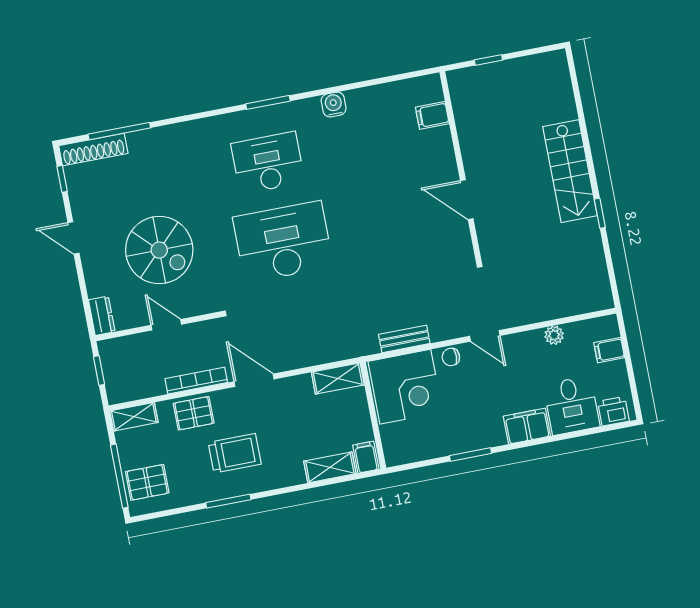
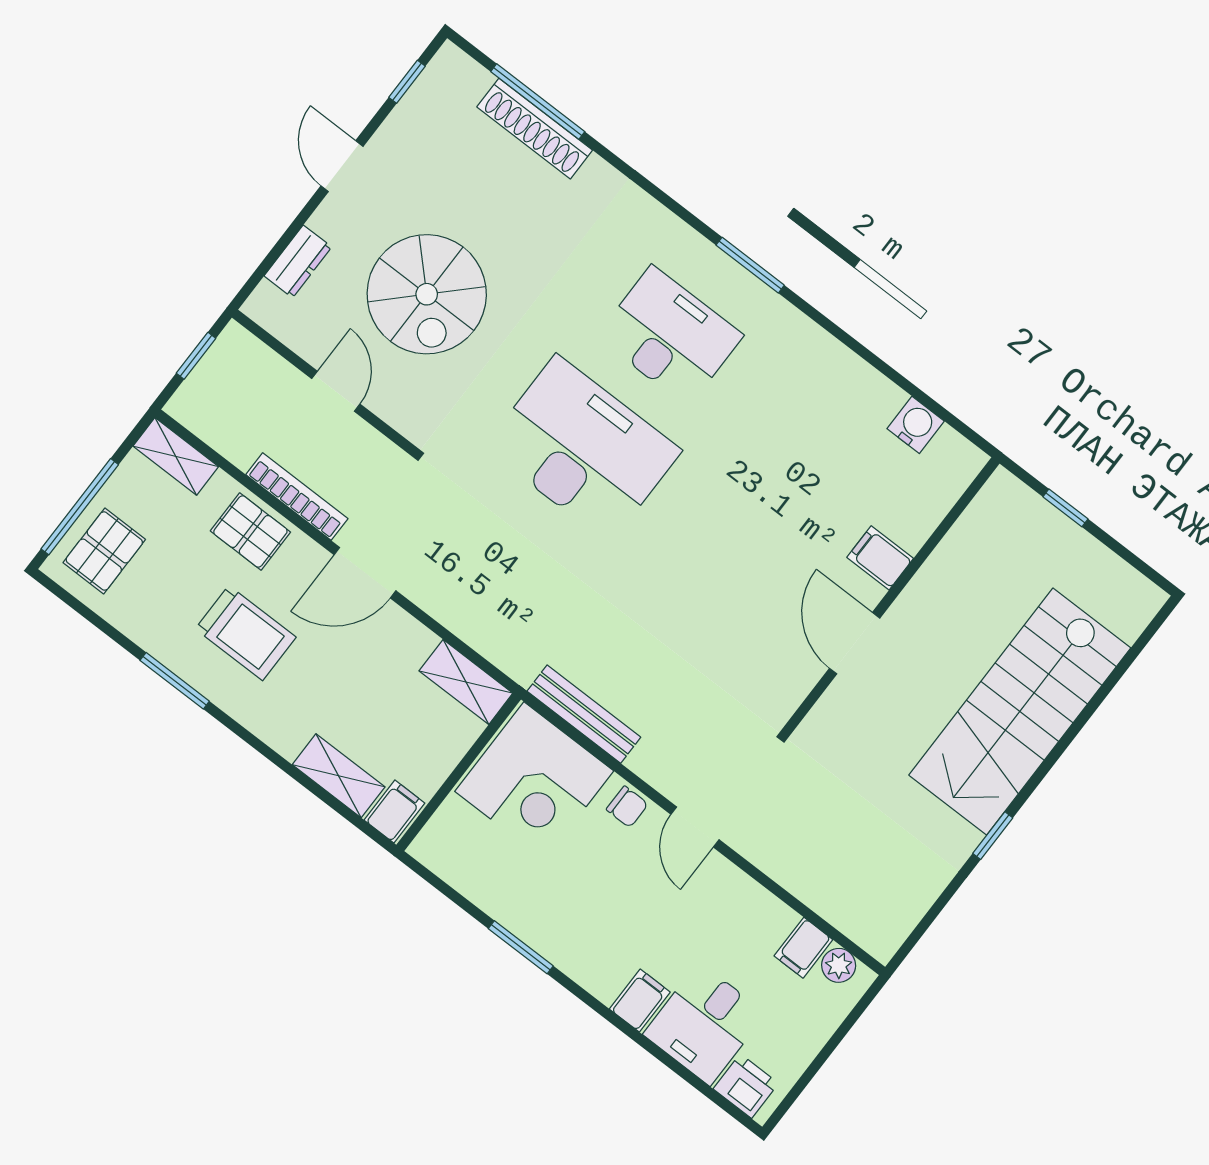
water cooler: (334, 104) -> (916, 425), moved
filing cabinet: (432, 115) -> (880, 558), moved
shoe rack: (93, 149) -> (535, 129), moved
stairs: (570, 171) -> (1020, 712), width x1.36, depth x1.51
dresser: (102, 316) -> (298, 261), moved
plant: (554, 335) -> (839, 965), moved
bench: (404, 339) -> (584, 714), width x1.36
filing cabinet: (609, 350) -> (803, 948), moved, turned -90
chair: (451, 357) -> (627, 807), turned 180
door: (254, 380) -> (365, 573), swing flipped
filing cabinet: (527, 426) -> (640, 1001), width x0.50
pallet: (147, 482) -> (104, 551), turned 90

